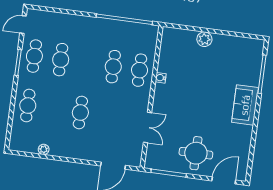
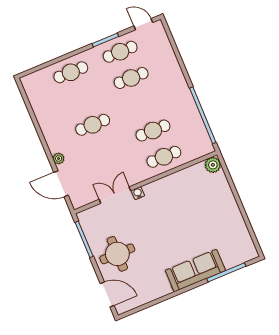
plant: (204, 39) -> (213, 165), moved
water cooler: (161, 78) -> (138, 193), moved
sofa: (245, 105) -> (195, 271), width x1.36
double door: (147, 128) -> (115, 195), swing flipped
plant: (44, 149) -> (59, 159), moved

